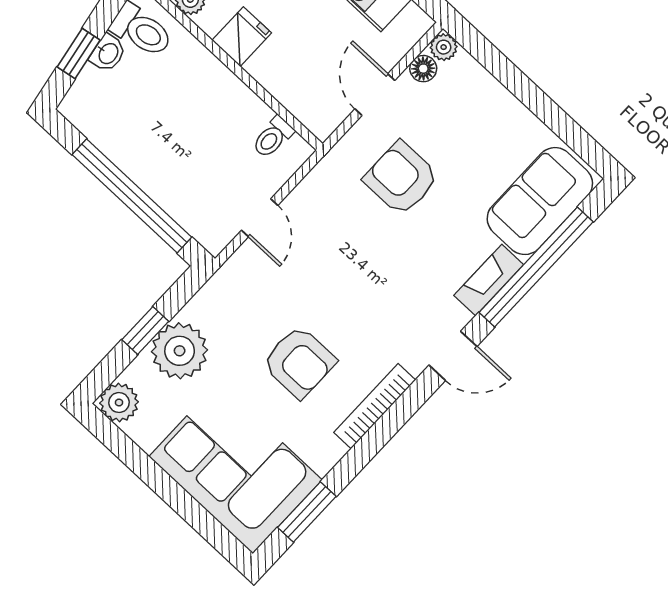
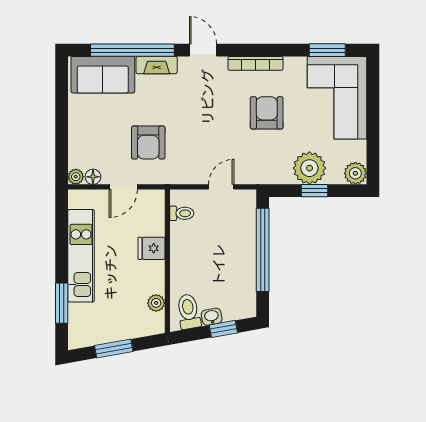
fridge: (242, 37) -> (151, 248), moved

